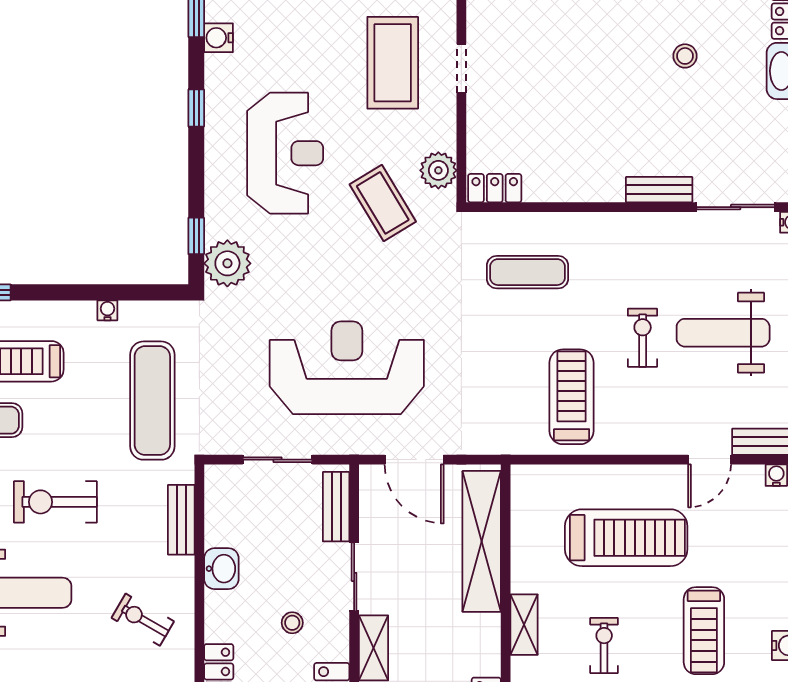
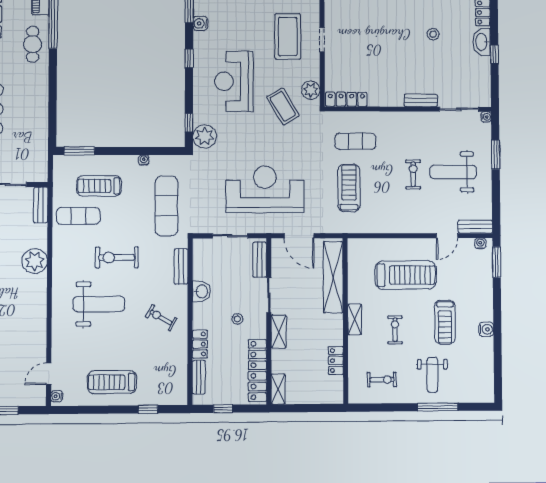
reception desk: (285, 153) -> (234, 81), turned 180
locker: (495, 188) -> (346, 99), width x1.53
treadmill: (572, 397) -> (349, 188), moved

